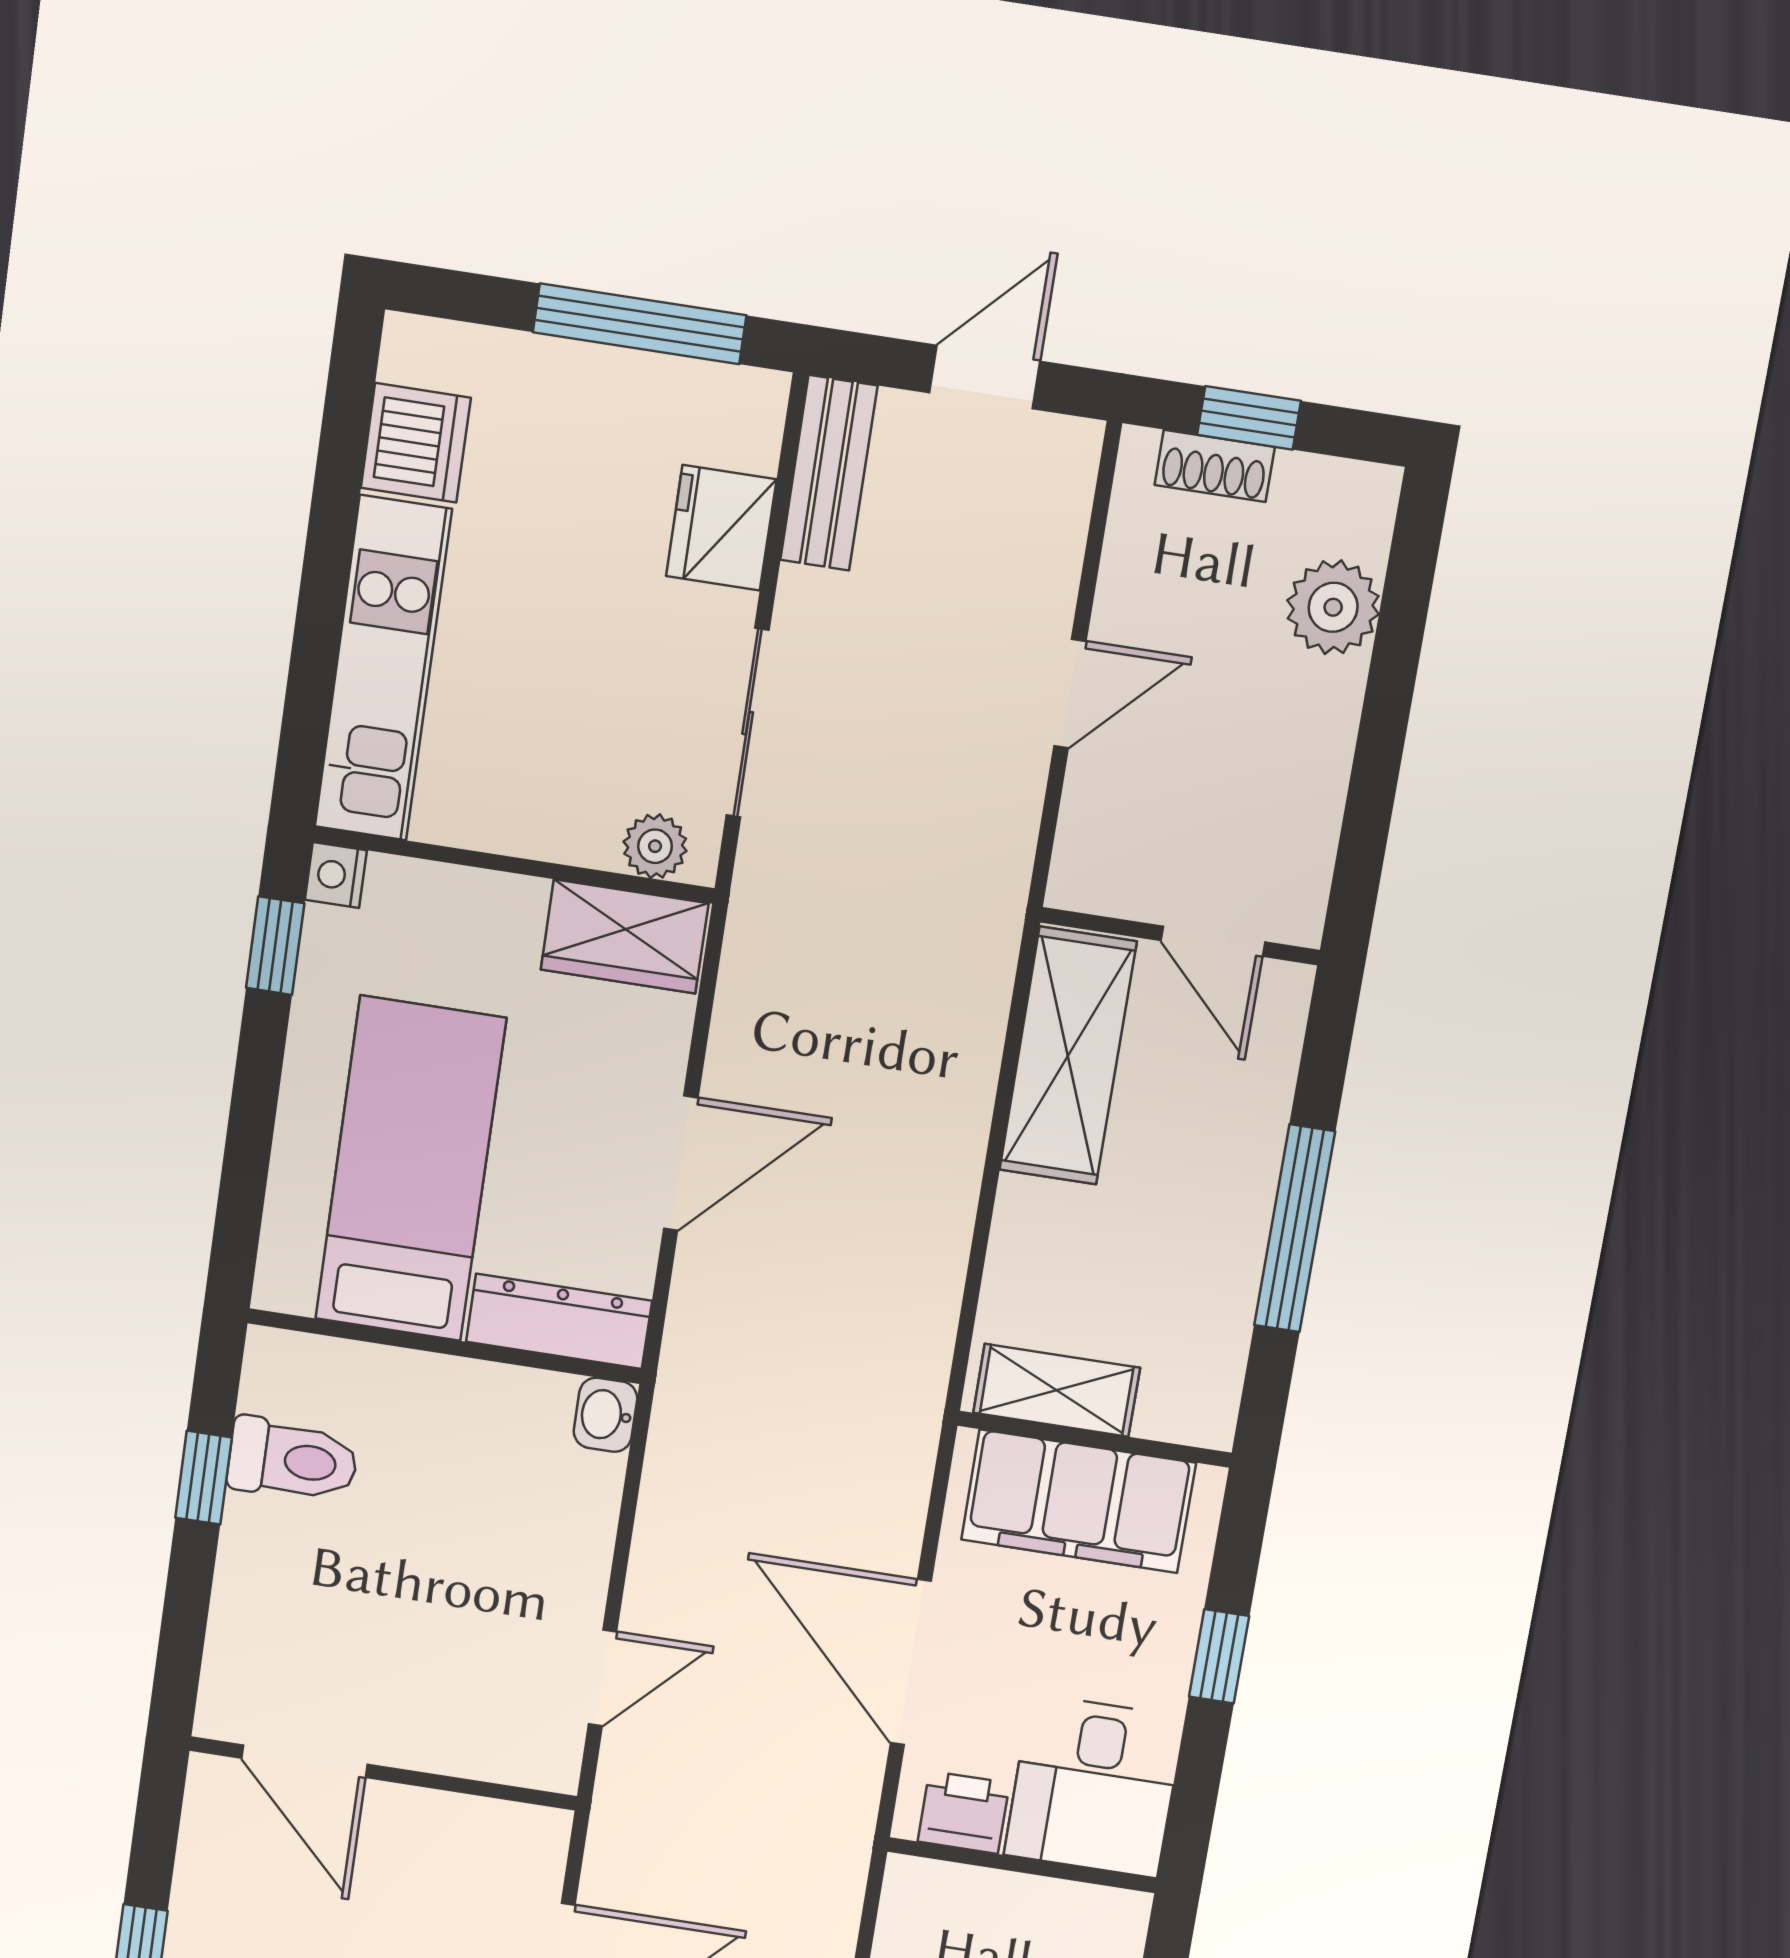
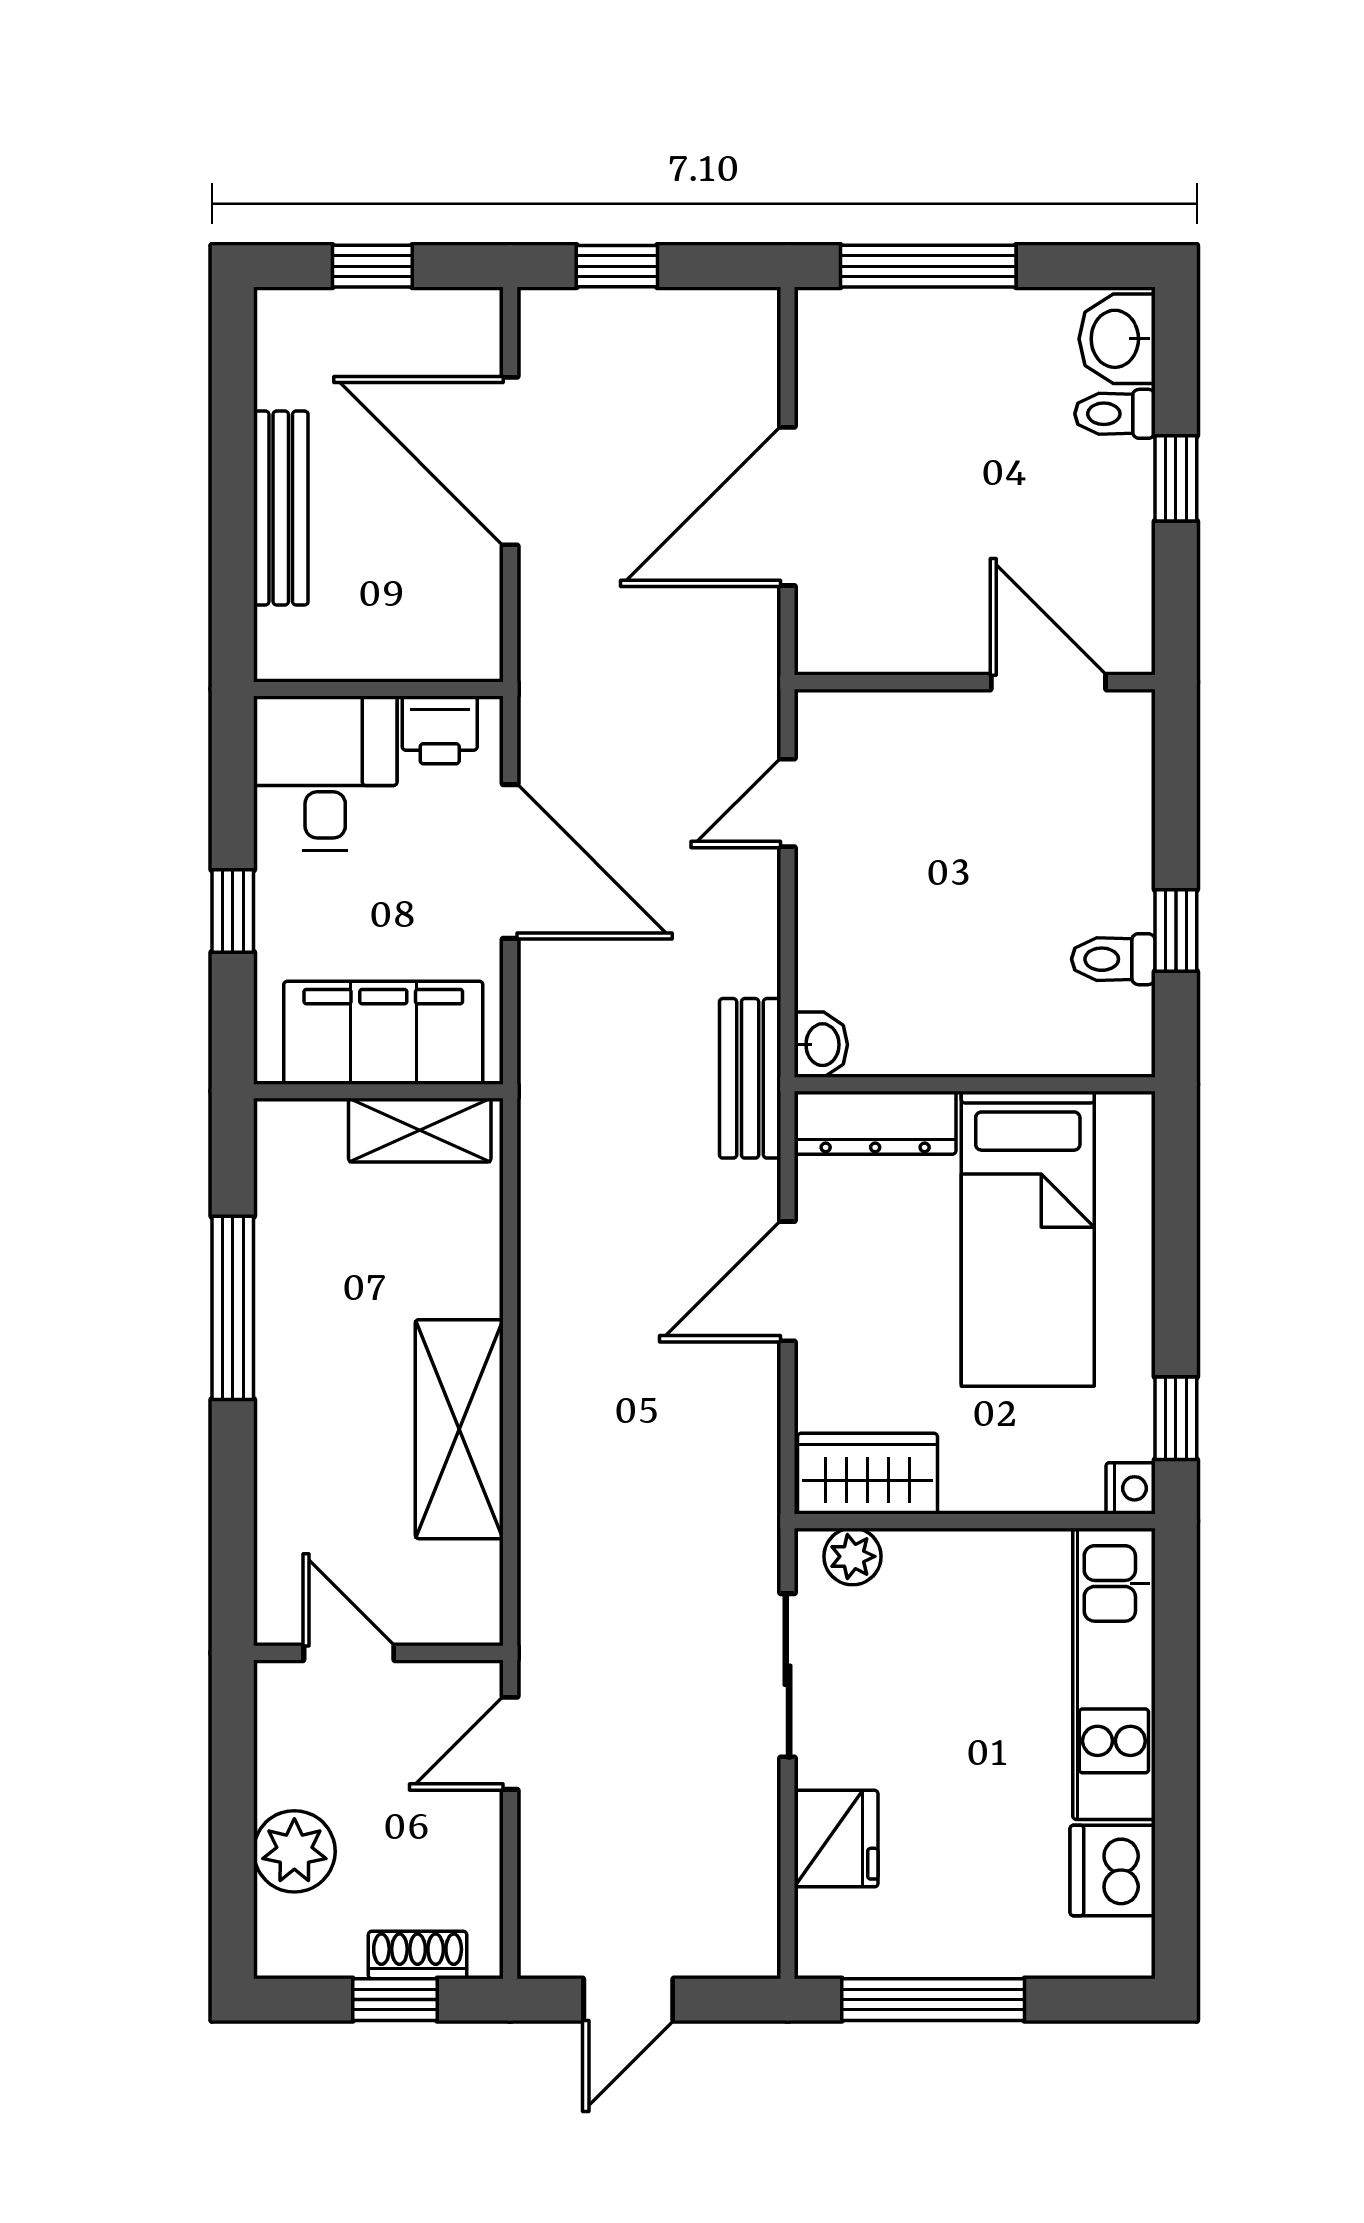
bench: (829, 473) -> (750, 1078), moved
wall: (1180, 936) -> (378, 1653), moved
door: (1213, 941) -> (349, 1653), moved
toilet: (293, 1460) -> (1113, 959), width x0.73, depth x0.72

